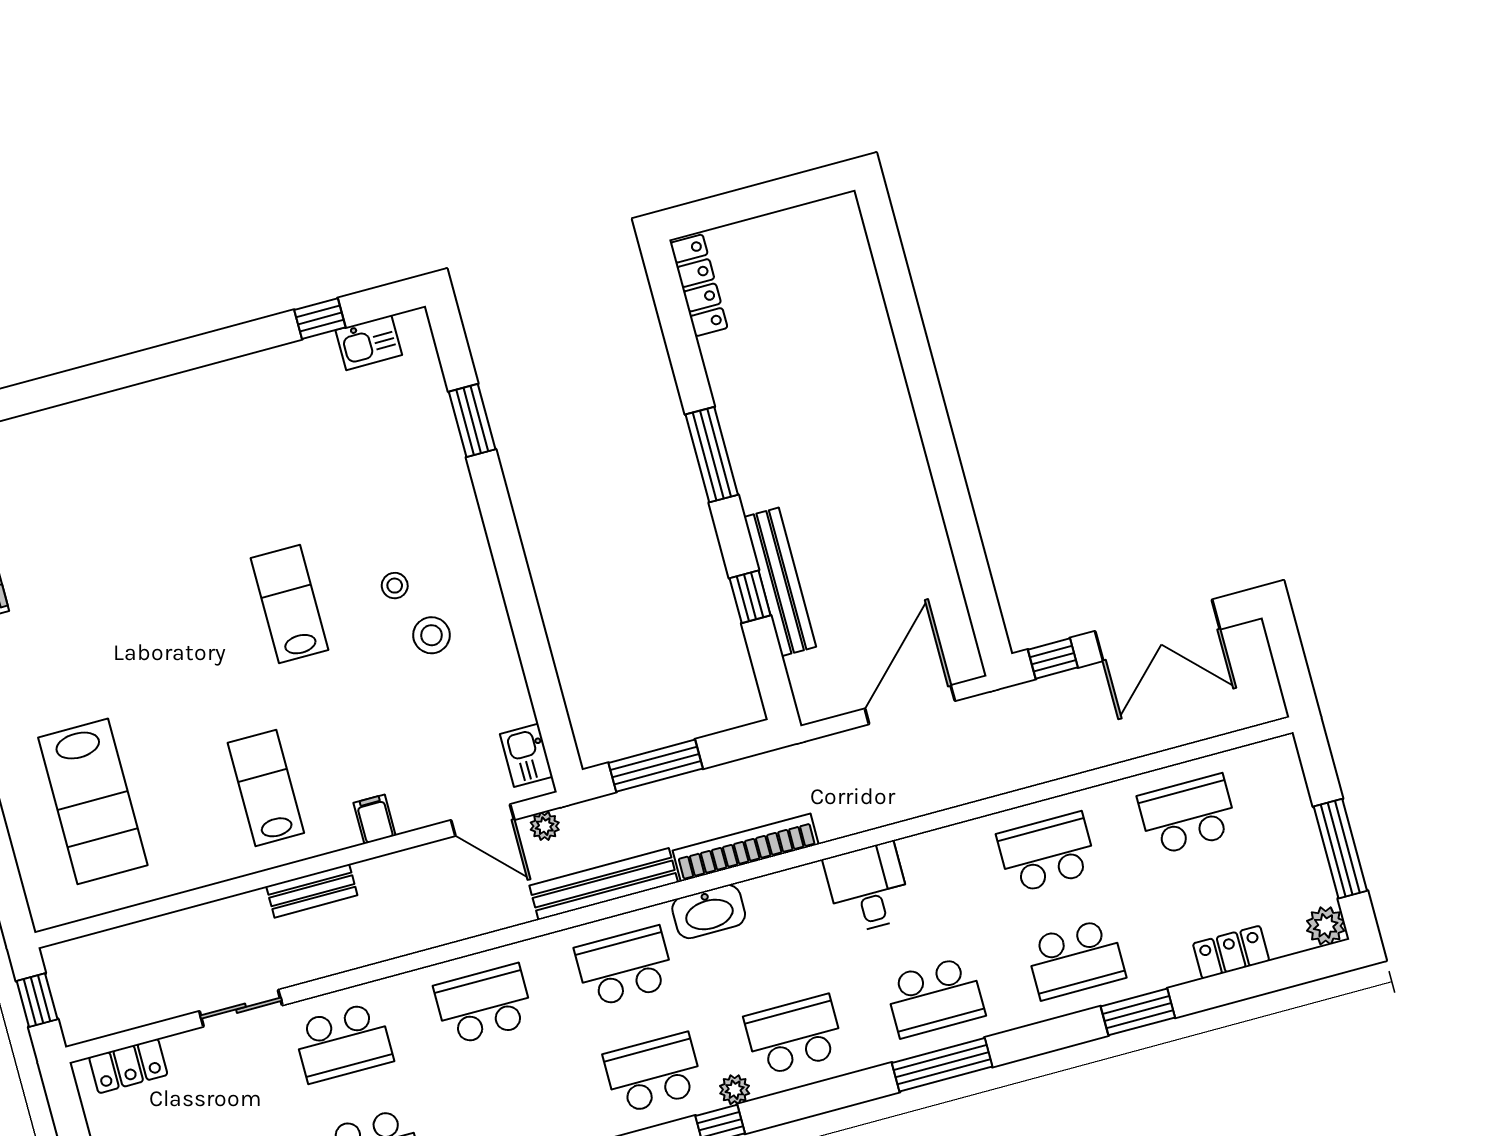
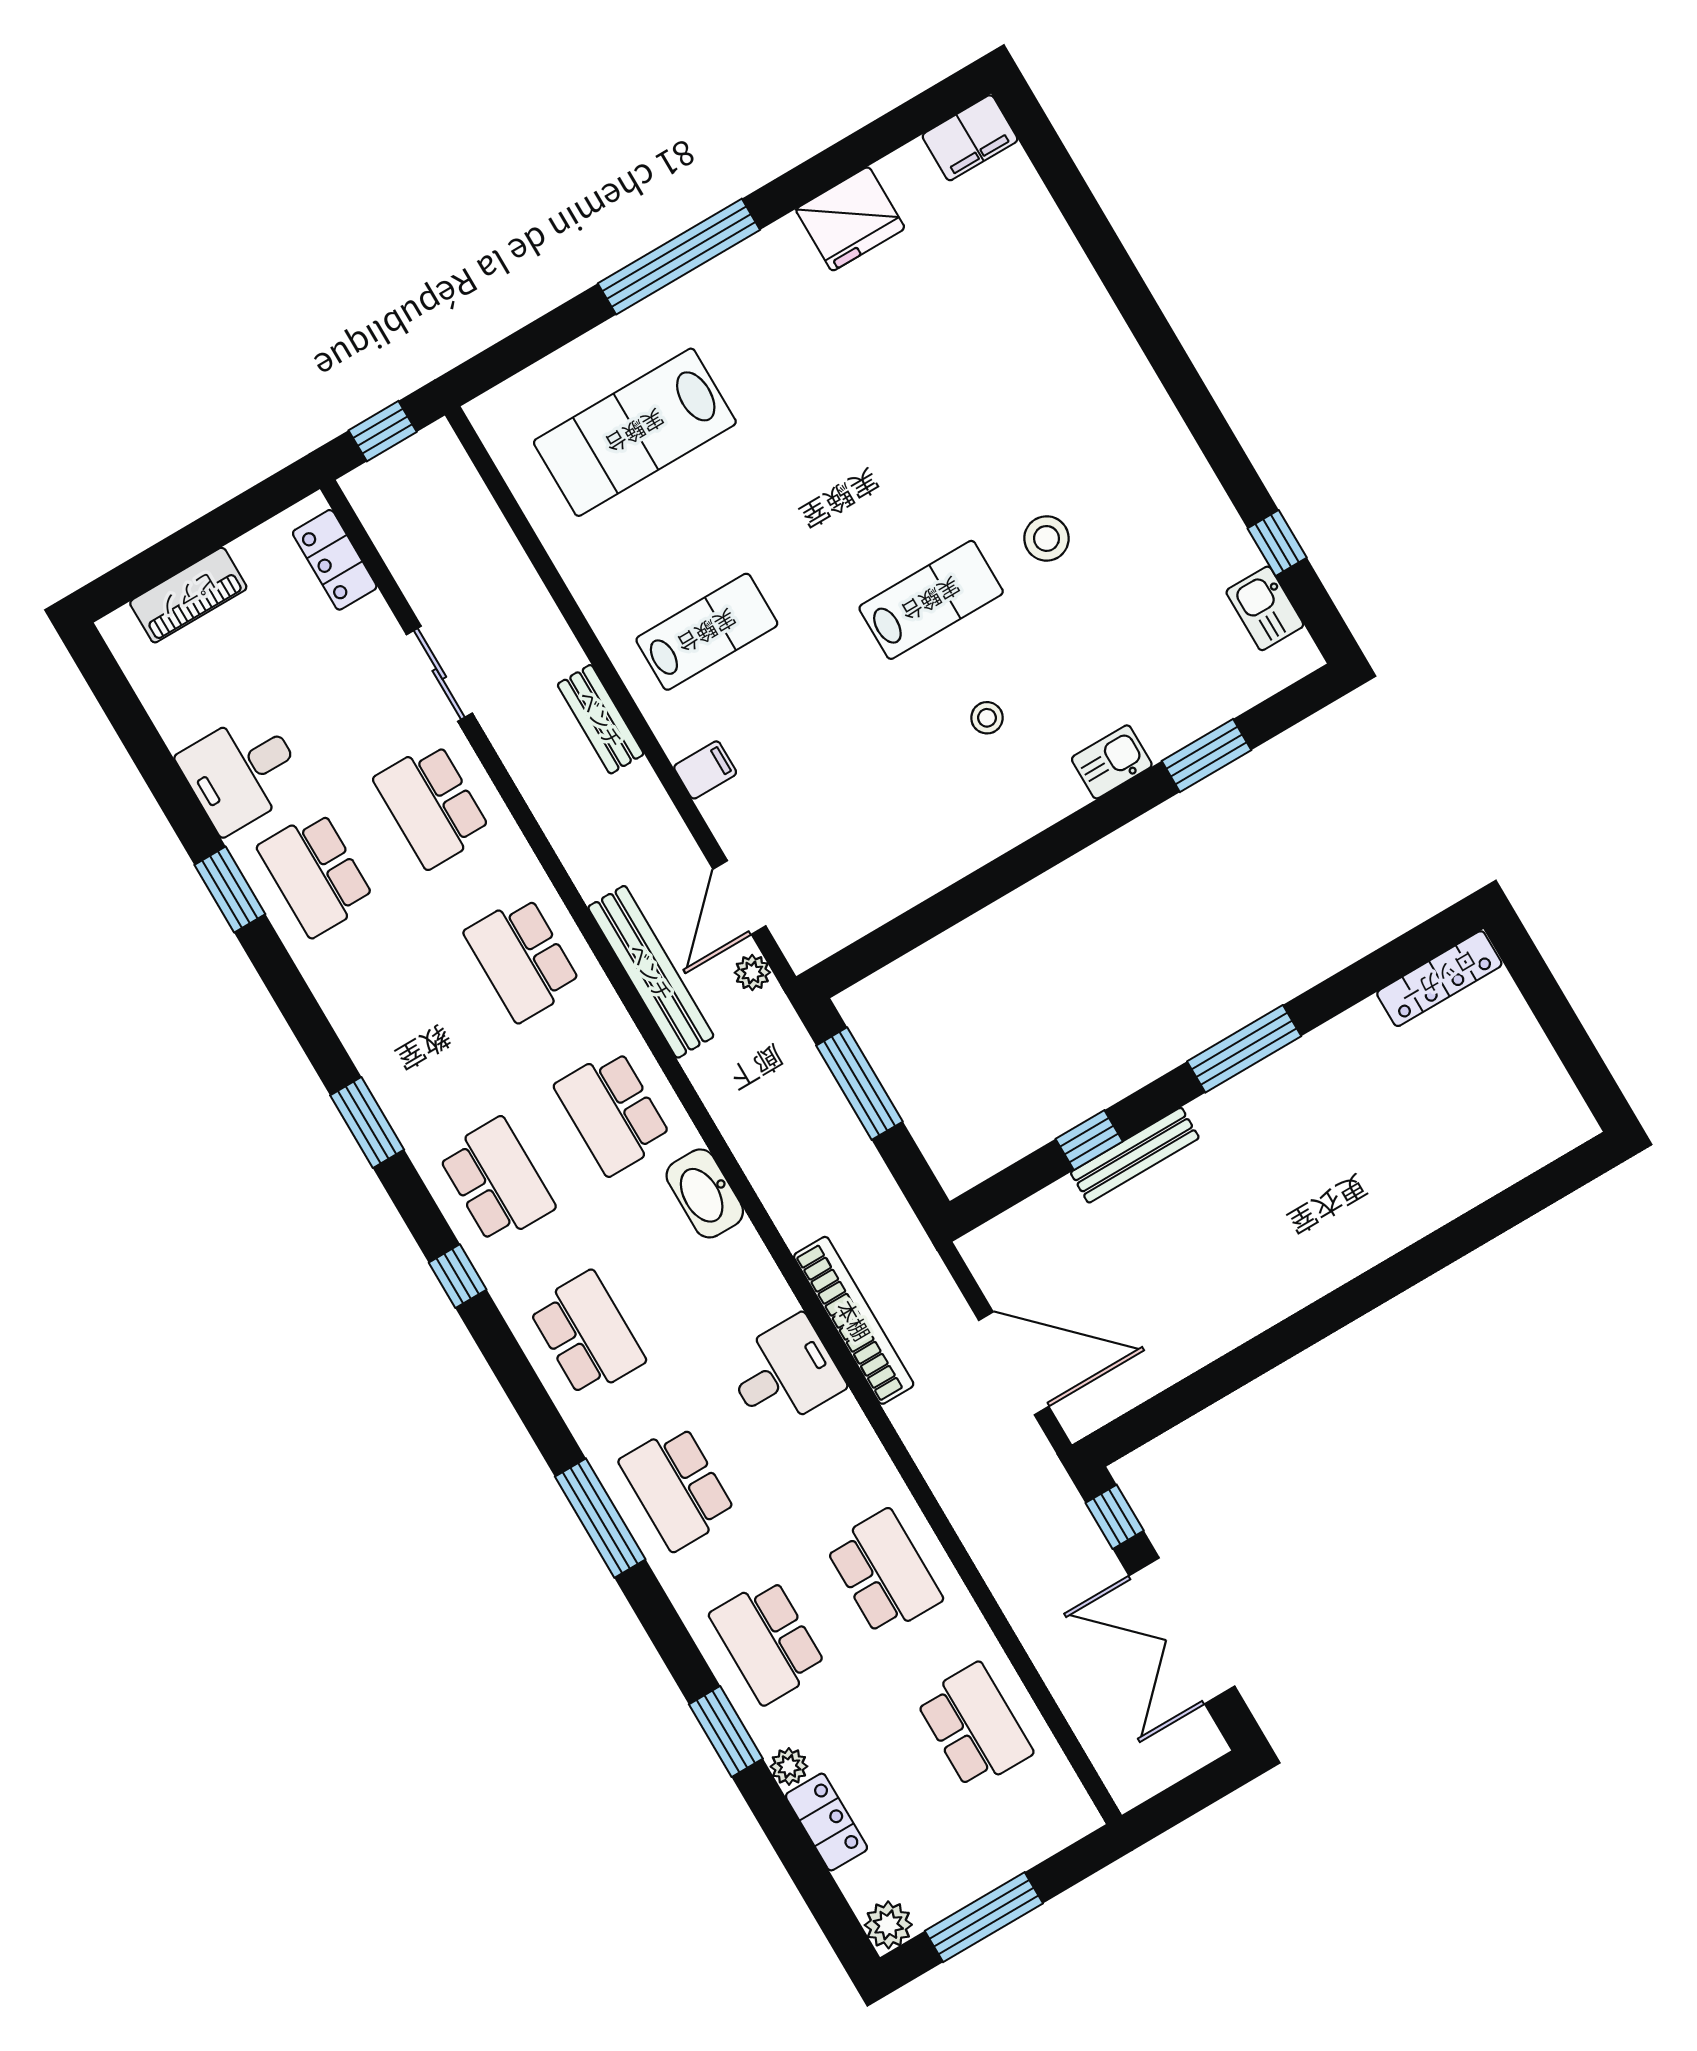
bench: (780, 582) -> (1135, 1155), width x0.73, depth x0.82
stool: (431, 635) -> (1046, 538), moved
kitchen sink: (526, 755) -> (1112, 762), moved
bookcase: (746, 848) -> (854, 1320), moved
bench: (604, 884) -> (651, 972), moved
school desk: (625, 967) -> (613, 1112), turned 180
school desk: (484, 1005) -> (522, 959), turned 180
plant: (735, 1090) -> (789, 1766), moved

